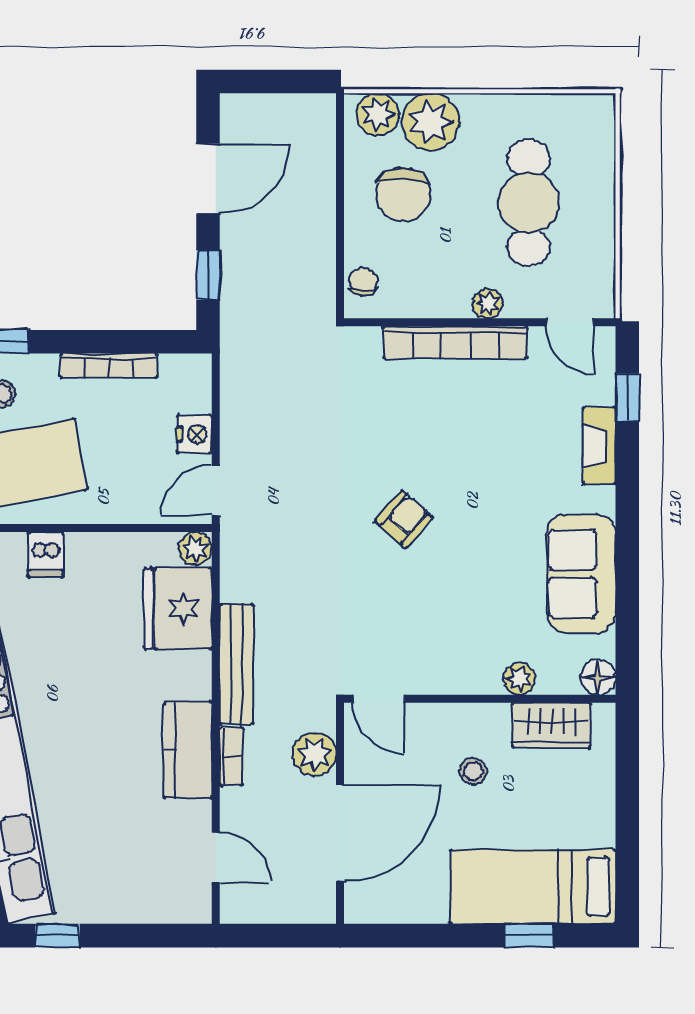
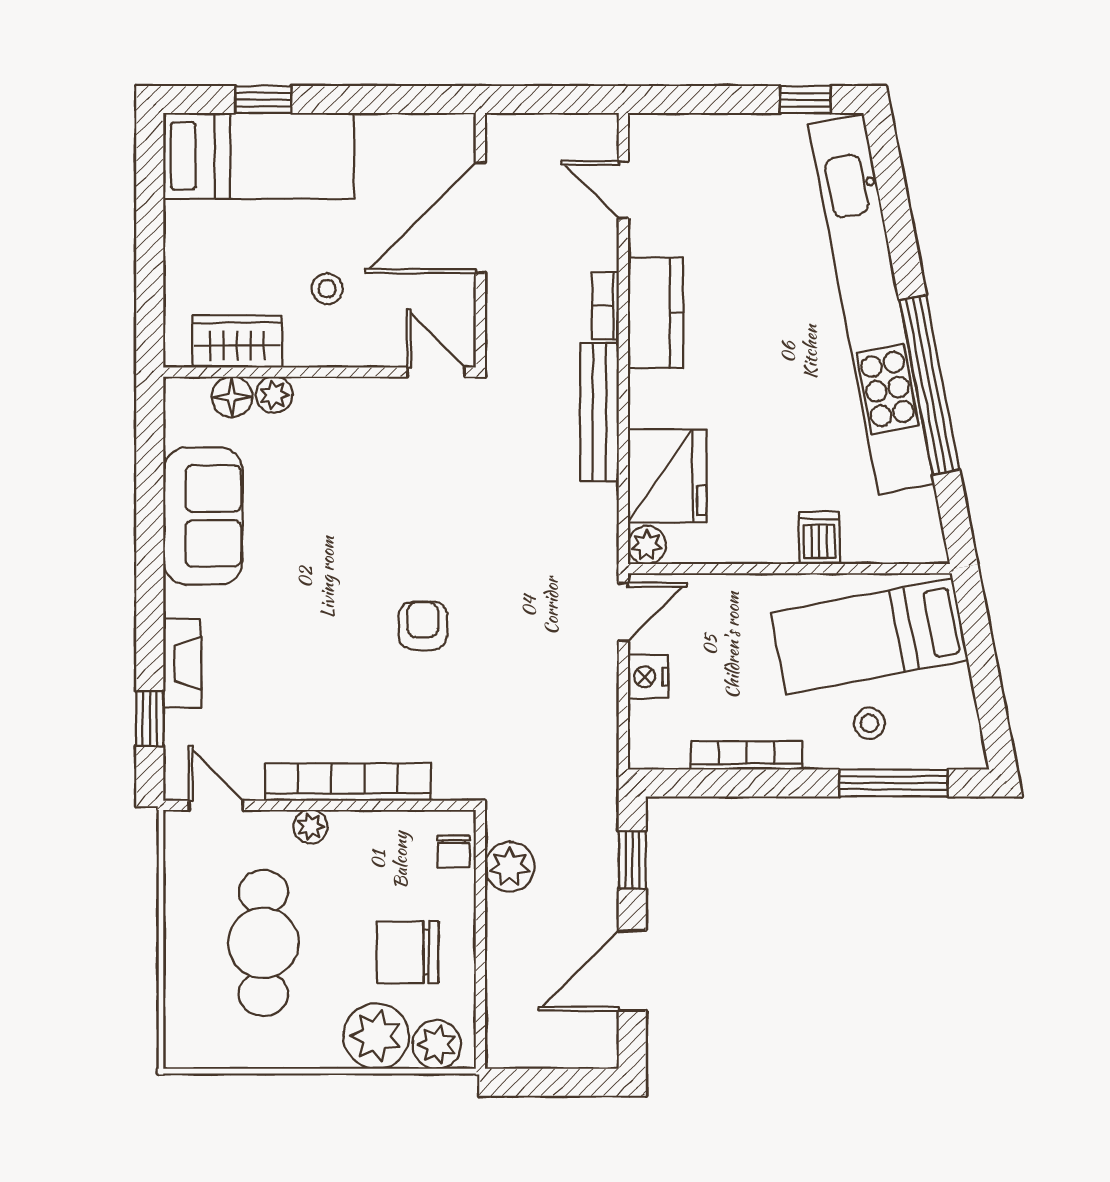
chair: (403, 194) -> (408, 952), turned -90
armchair: (404, 519) -> (423, 626), moved, turned 138
floor lamp: (598, 677) -> (232, 397), moved
plant: (315, 754) -> (510, 867), moved

